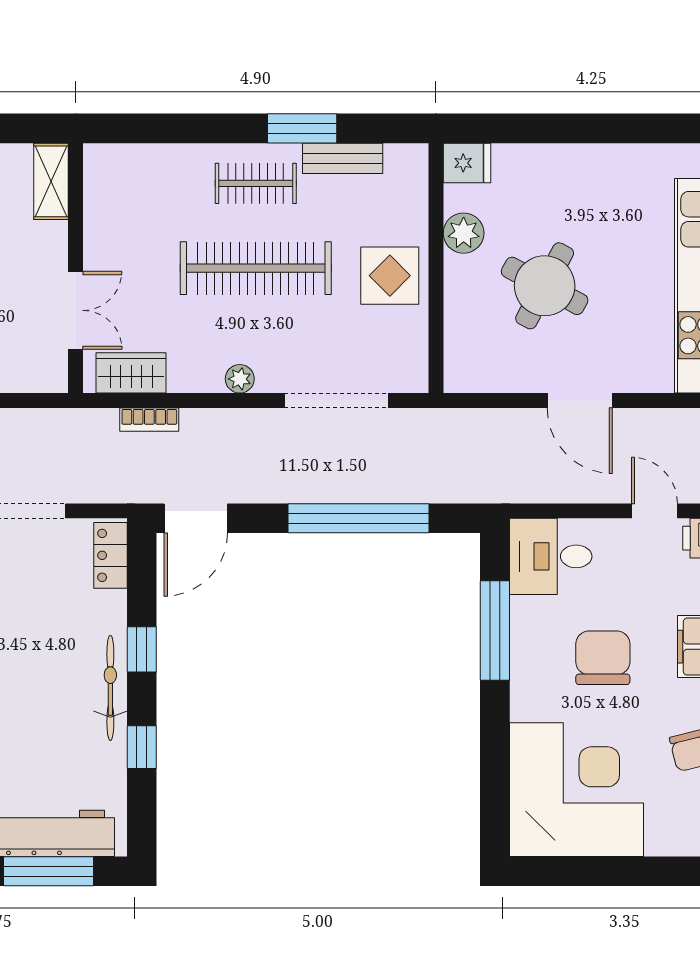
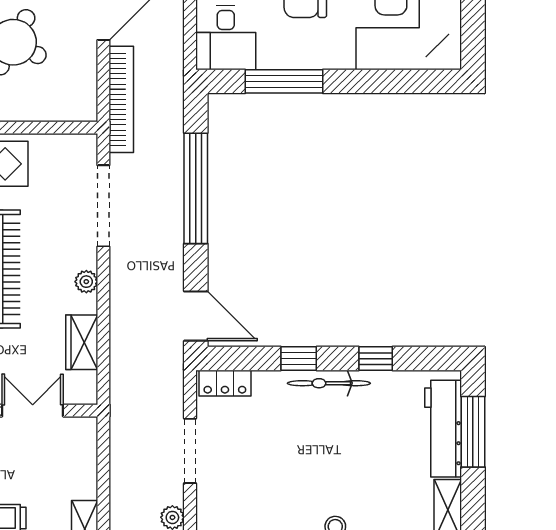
wardrobe: (131, 373) -> (82, 342), moved
bookcase: (149, 420) -> (121, 99), moved, width x2.31, depth x1.31

